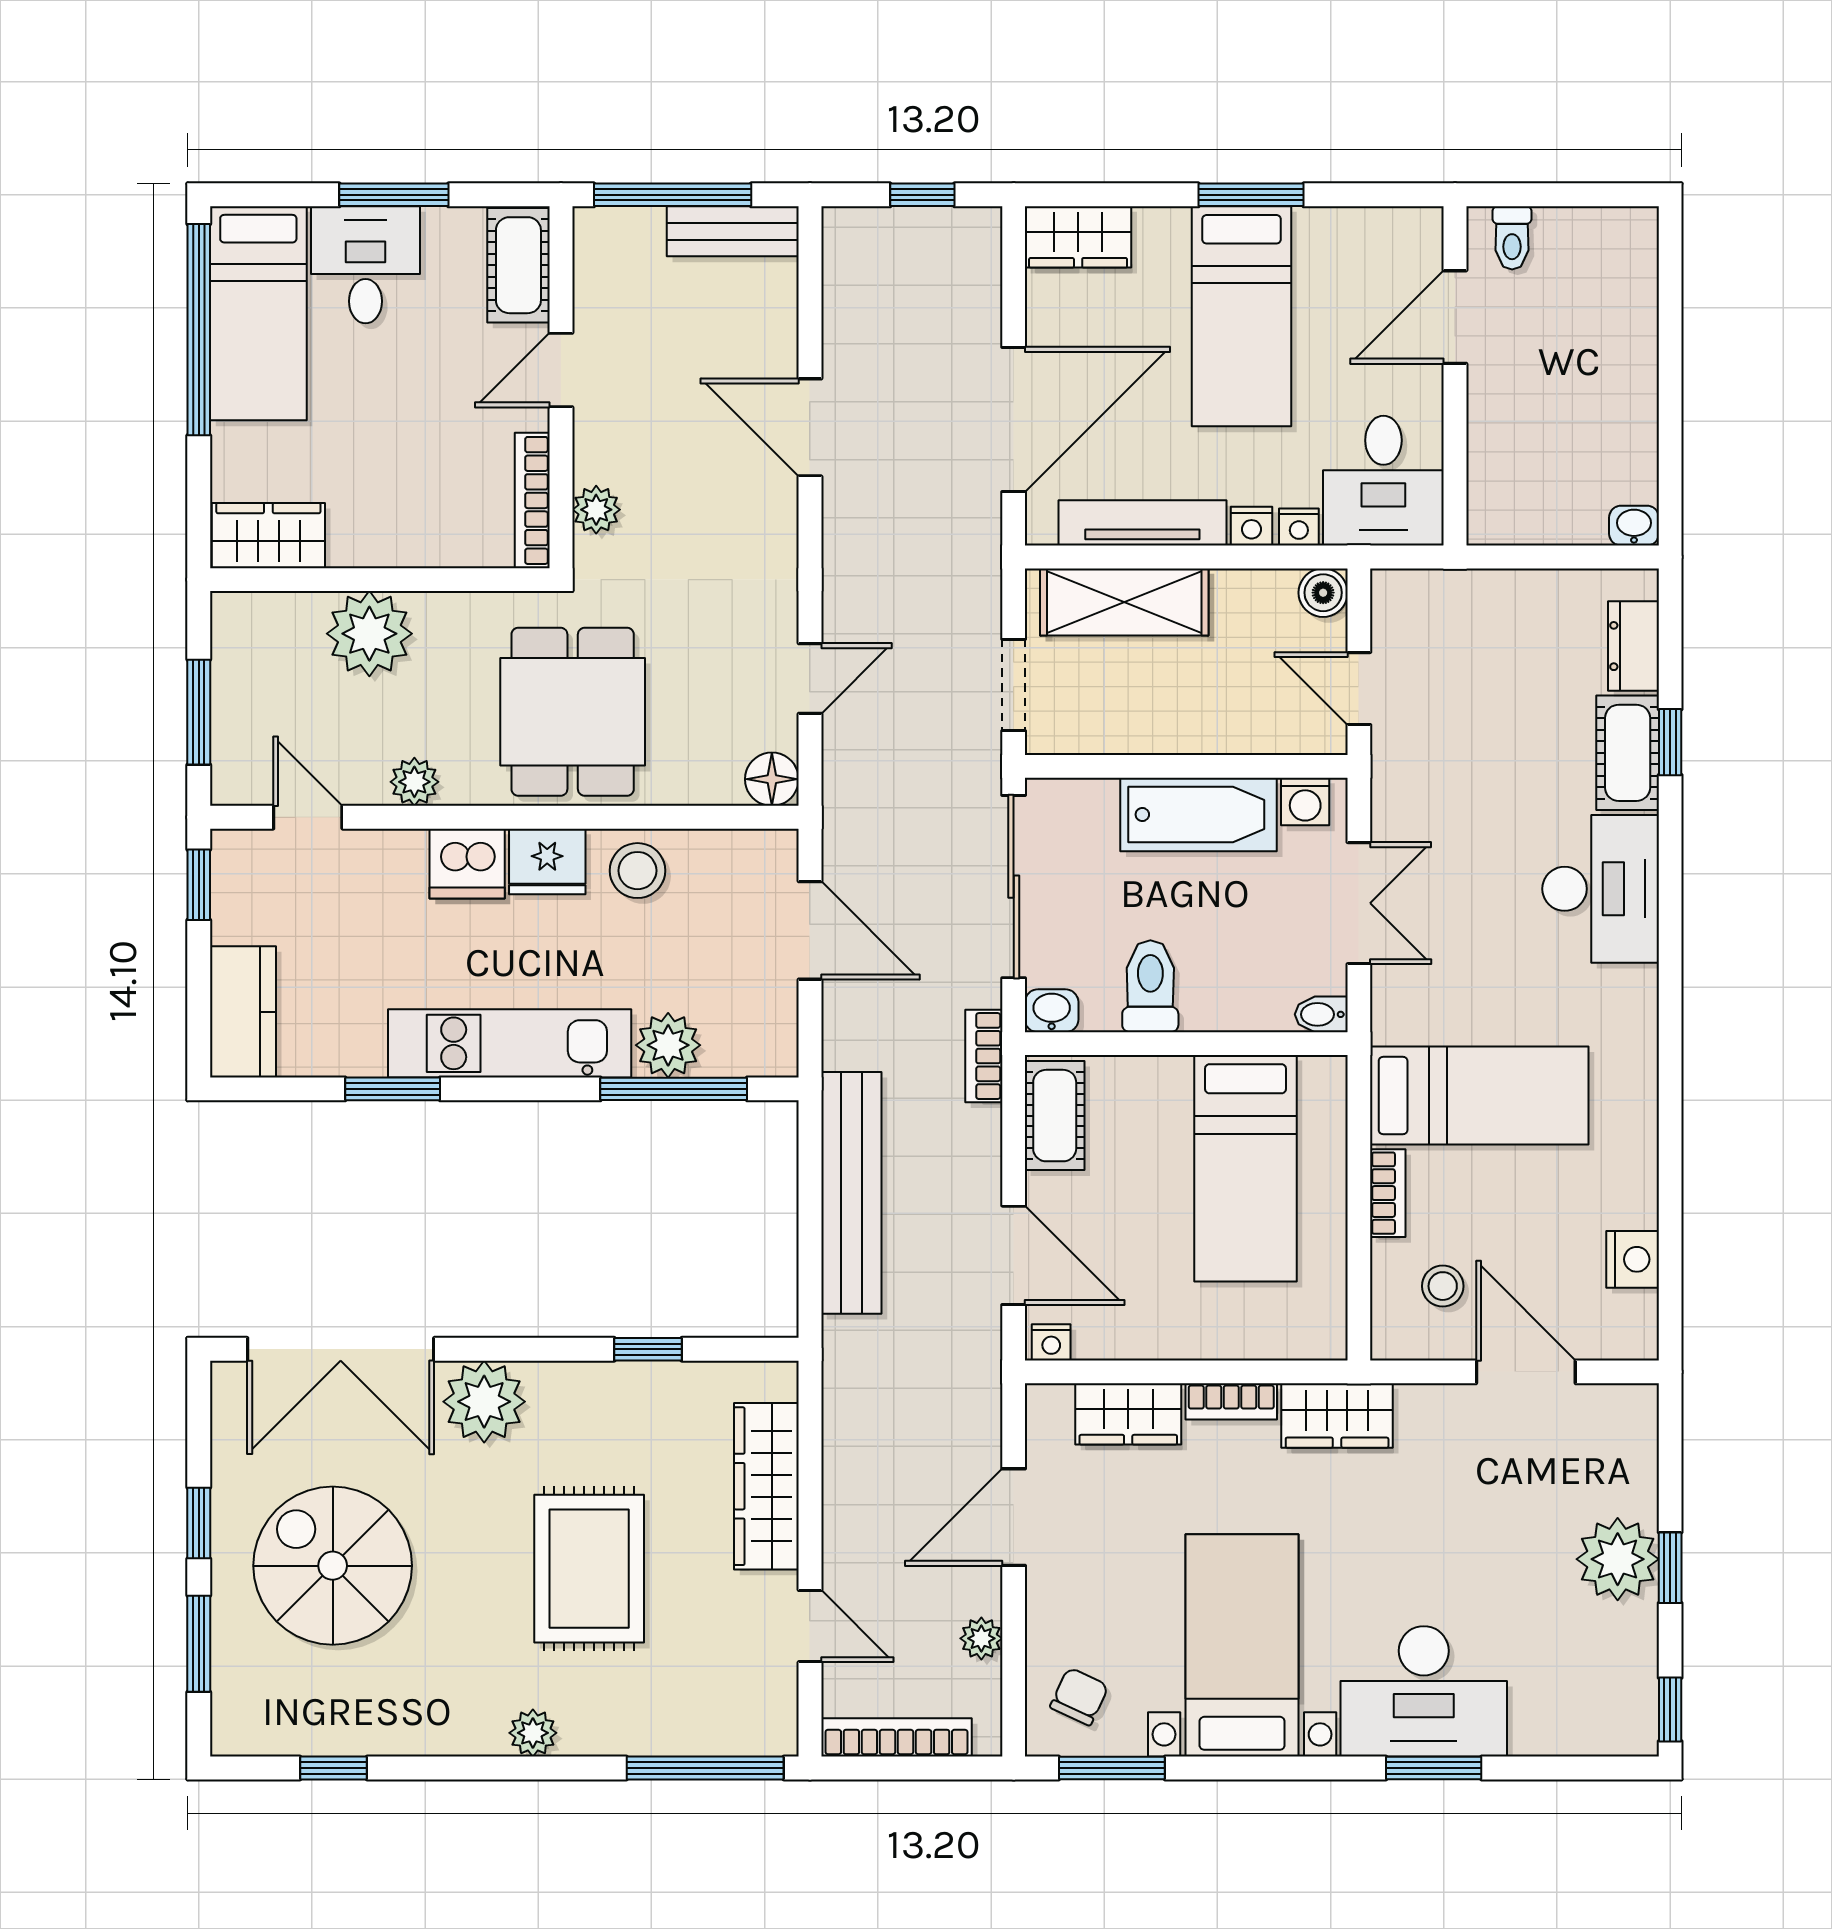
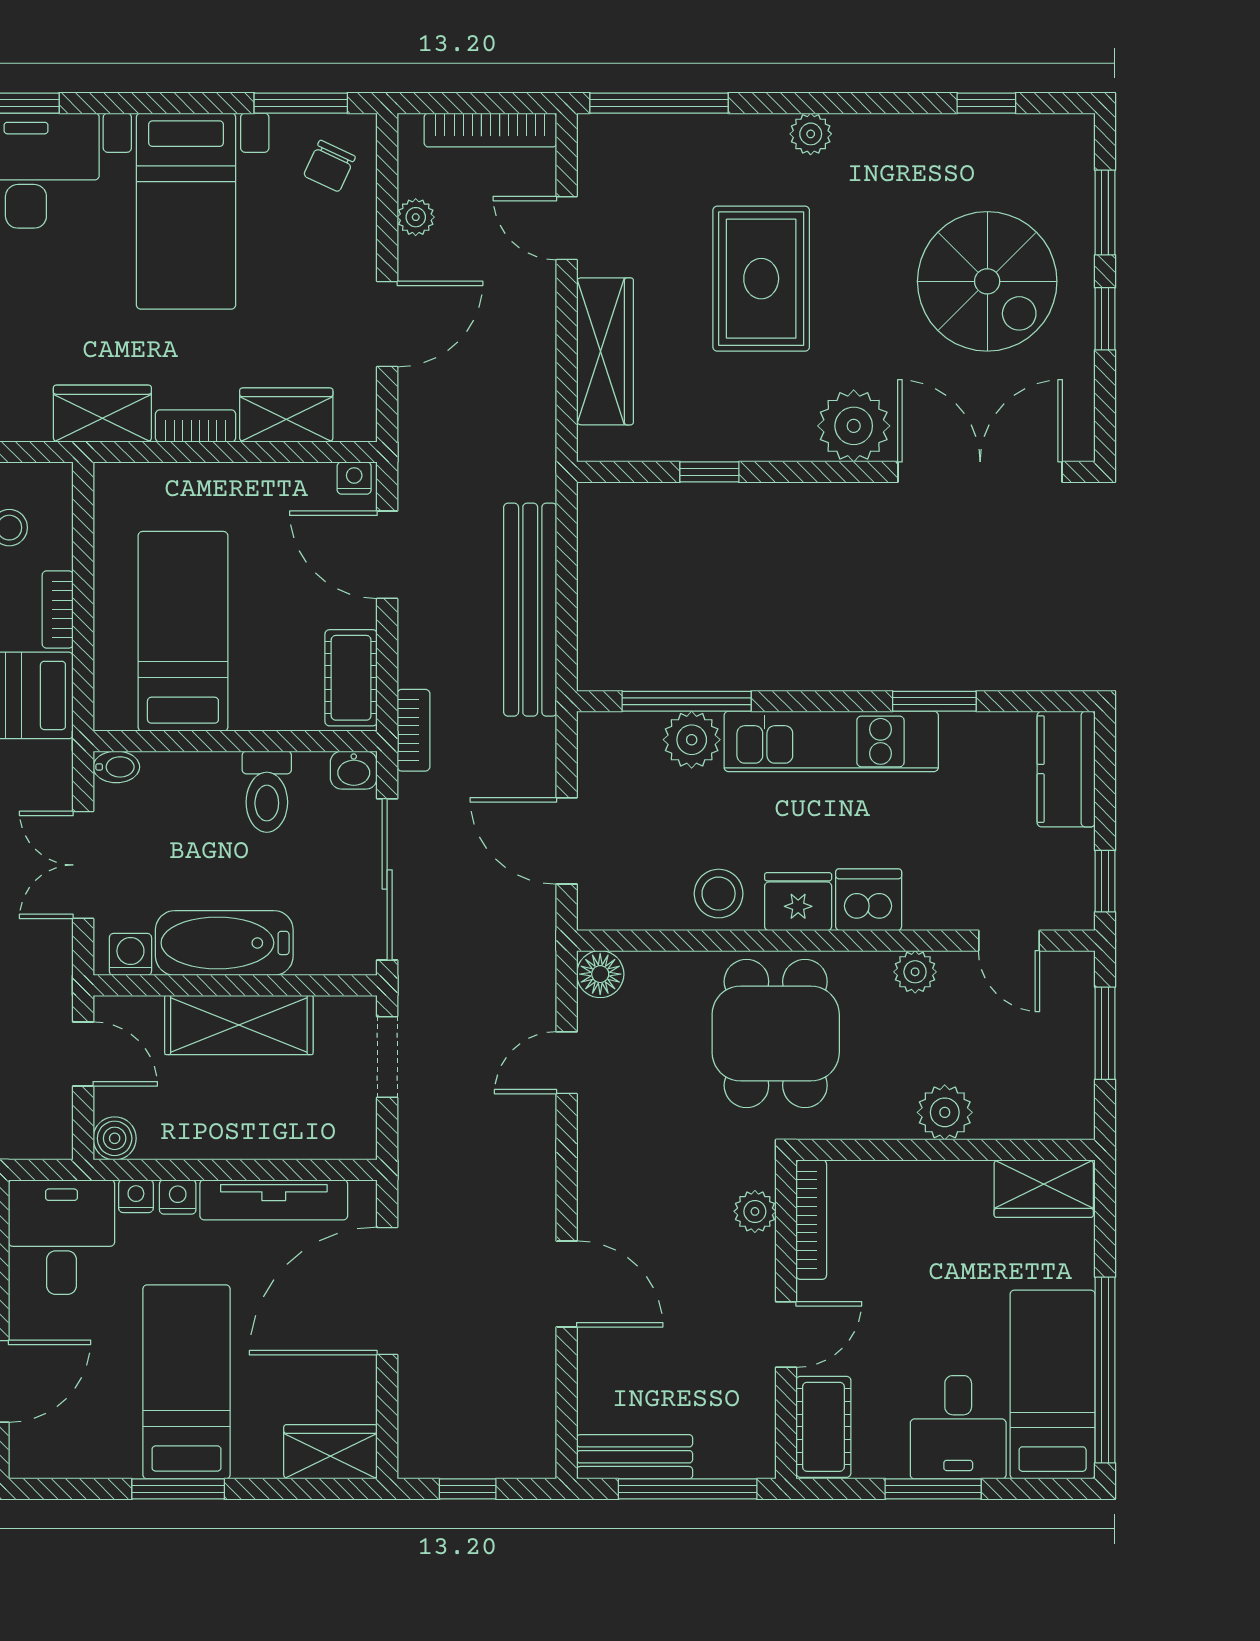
shelving: (1124, 602) -> (239, 1025), moved
plant: (369, 634) -> (945, 1112), width x0.73, depth x0.73

